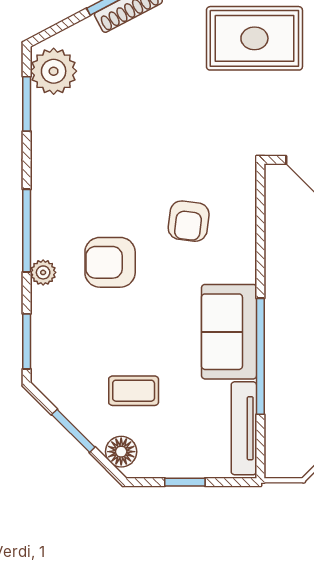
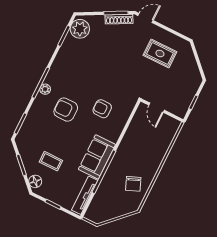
rug: (254, 38) -> (160, 53), width x0.73, depth x0.70
armchair: (189, 221) -> (102, 109), turned 83
plant: (43, 272) -> (45, 89), moved

